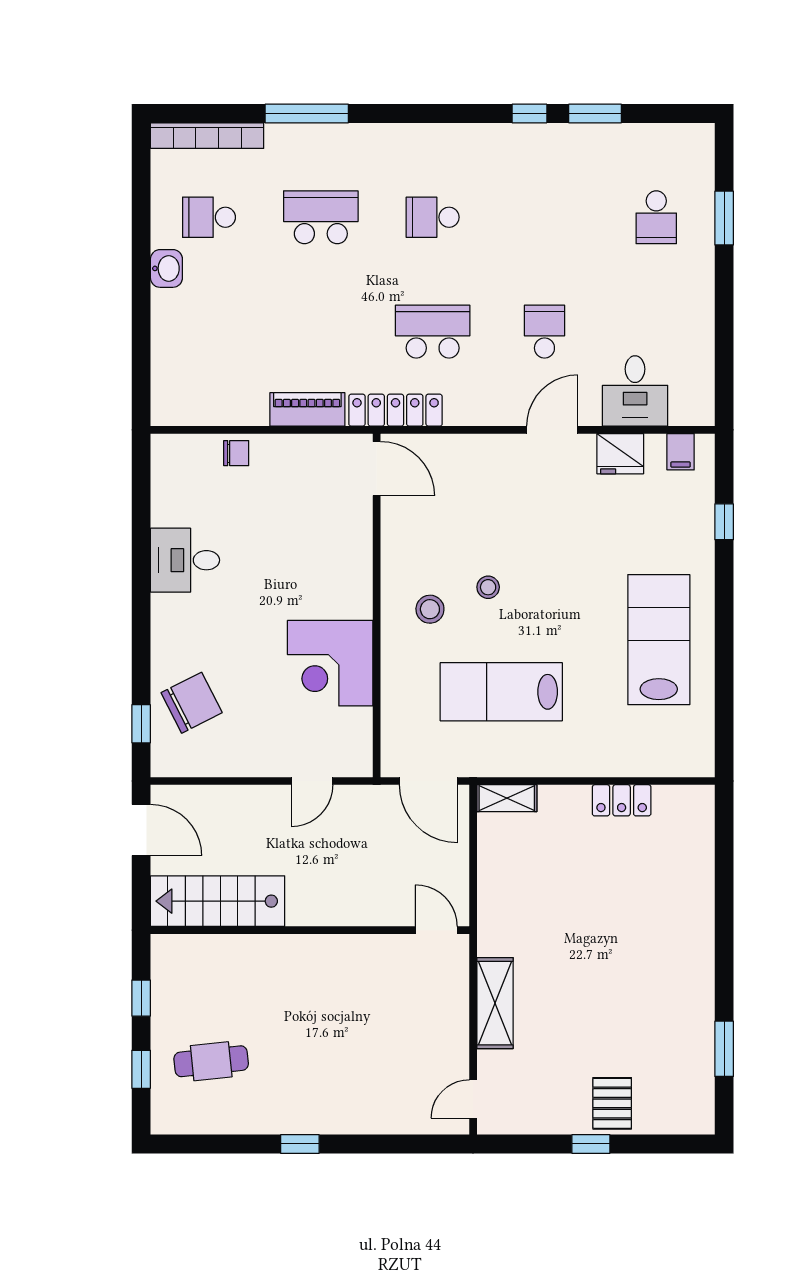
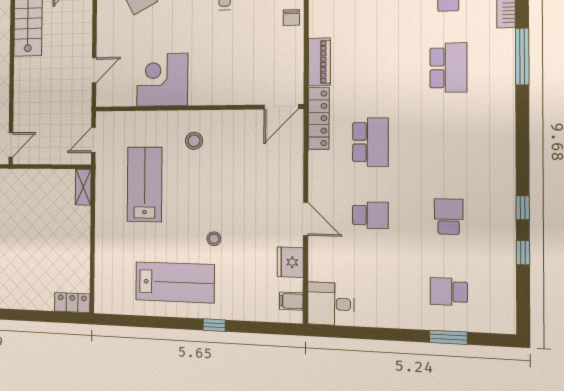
window: (595, 113) -> (523, 253), width x0.67
school desk: (433, 217) -> (449, 217), moved
desk: (635, 391) -> (331, 304), moved
window: (724, 522) -> (214, 325), moved
stool: (488, 587) -> (214, 239), moved
door: (312, 781) -> (94, 70), swing flipped
door: (428, 781) -> (93, 140), width x0.73
locker: (622, 800) -> (72, 303), moved, turned 90

